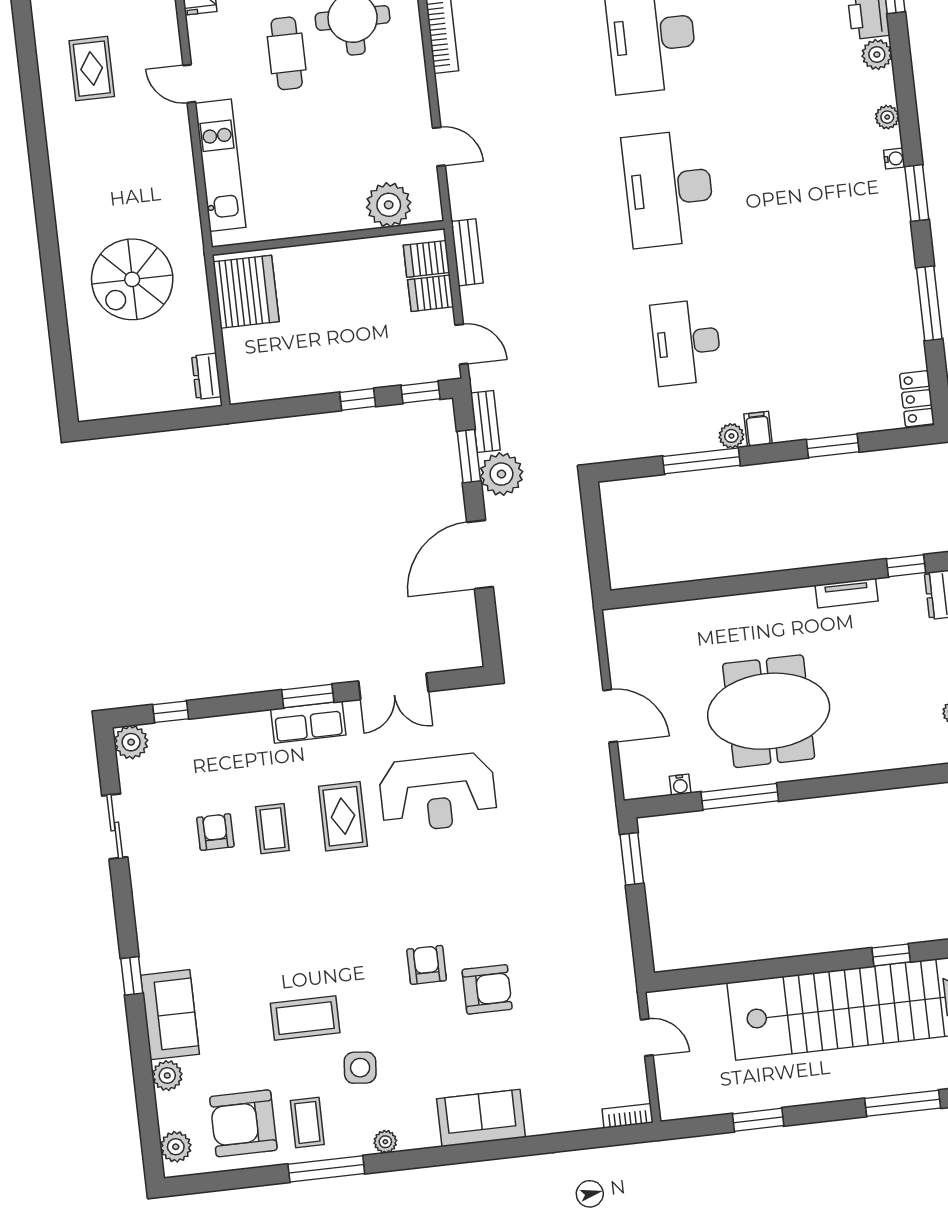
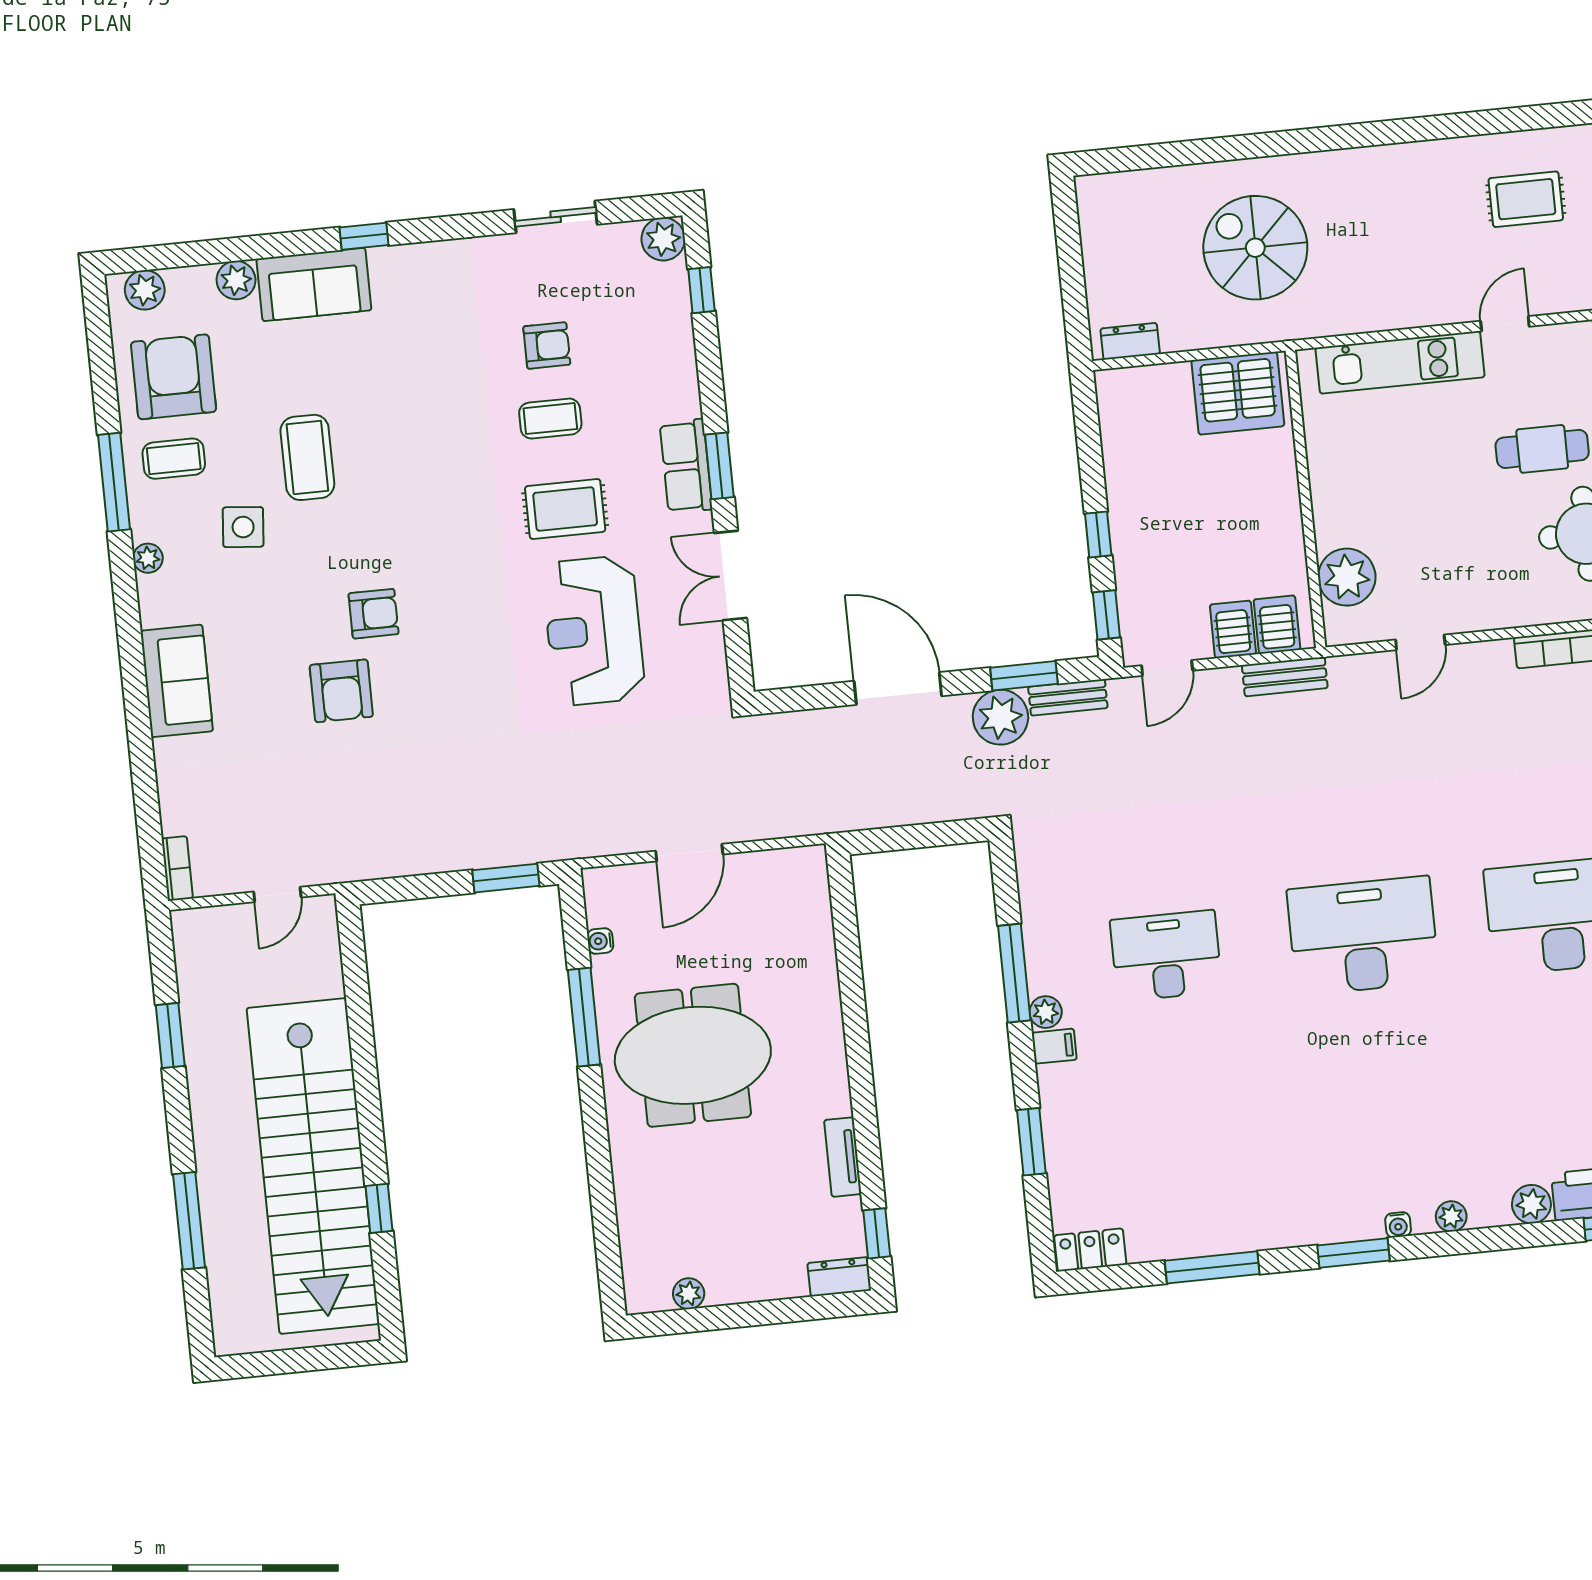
meeting table: (769, 711) -> (693, 1055), turned 90

